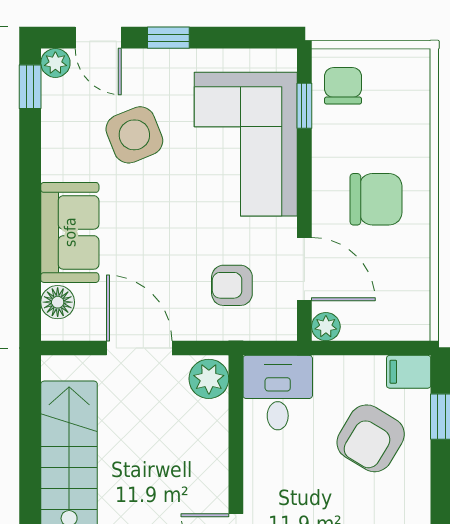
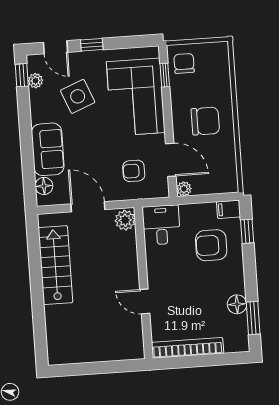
plant: (55, 63) -> (35, 81), moved
armchair: (371, 438) -> (211, 245), turned 59

